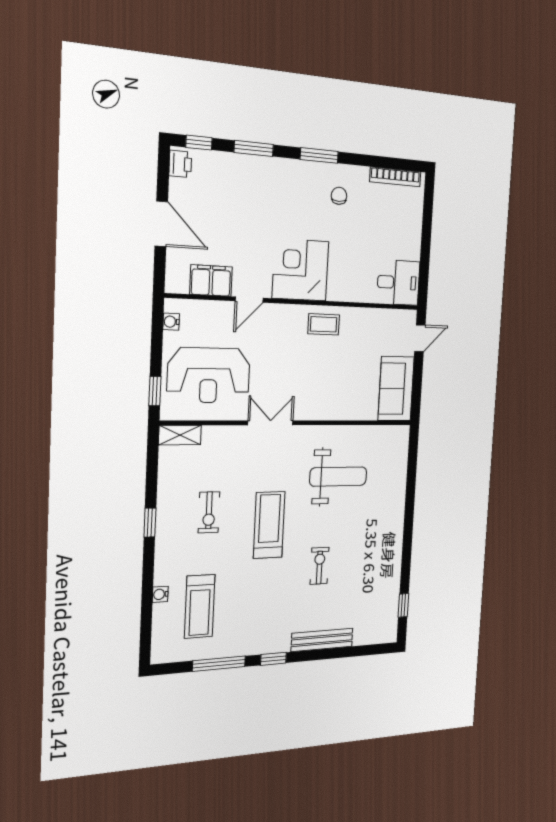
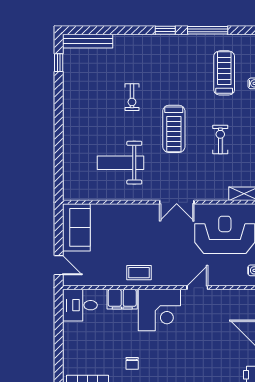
filing cabinet: (211, 281) -> (122, 299), moved
door: (420, 338) -> (59, 265), swing flipped
bench: (322, 640) -> (88, 41), moved

